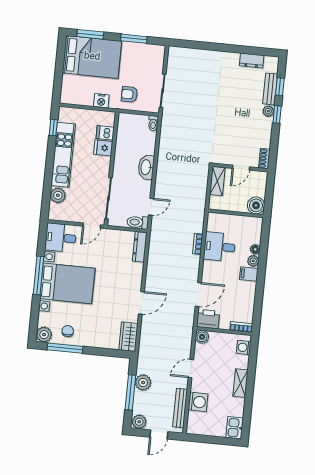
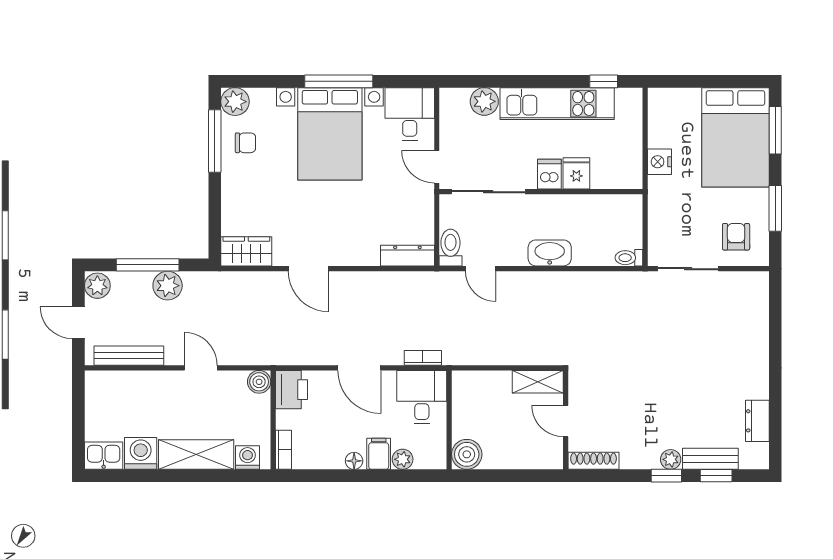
armchair: (129, 94) -> (736, 237), moved
dishwasher: (105, 133) -> (549, 174), moved
shoe rack: (264, 159) -> (594, 461), width x1.43
boiler: (256, 205) -> (467, 454), moved
wall: (236, 213) -> (449, 420), moved
floor lamp: (255, 249) -> (354, 461), moved
door: (198, 295) -> (359, 368), moved
shelving: (240, 383) -> (196, 454), width x1.50, depth x1.33
washing machine: (198, 402) -> (141, 453), moved, turned 180

